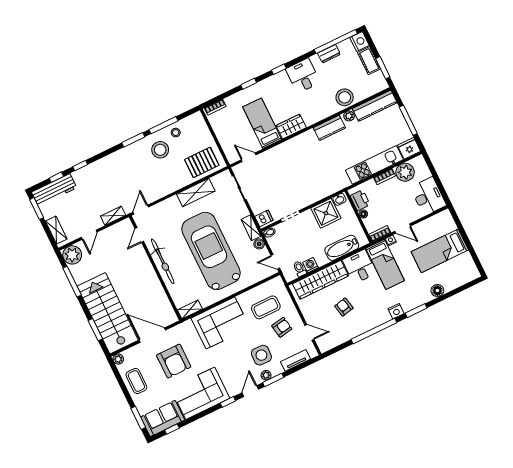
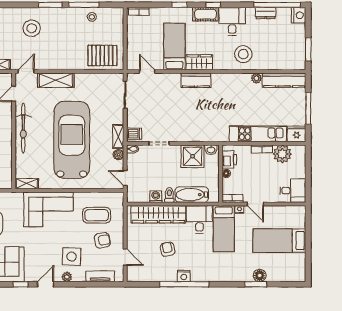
cot: (369, 61) -> (205, 14), moved, turned 90
stool: (345, 97) -> (243, 54), moved
kitchen counter: (329, 128) -> (196, 80), moved
stool: (160, 150) -> (32, 28), moved
shelving: (196, 193) -> (56, 80), moved
desk: (428, 196) -> (293, 191), width x0.73
toilet: (300, 269) -> (169, 195), moved
nightstand: (396, 311) -> (184, 276), moved
window: (416, 311) -> (256, 284), moved
window: (273, 380) -> (71, 284), removed

